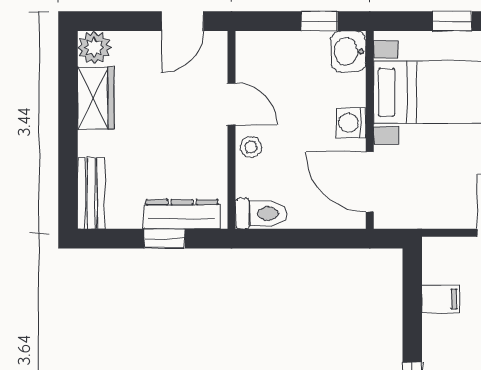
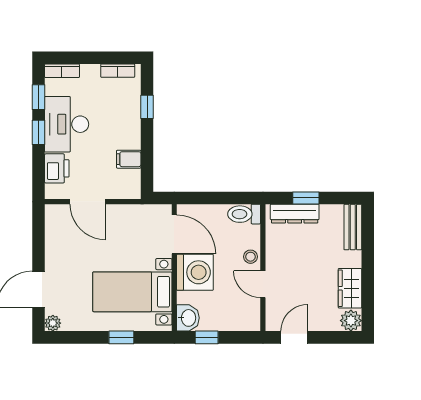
washing machine: (351, 123) -> (195, 272), width x1.89, depth x1.89

